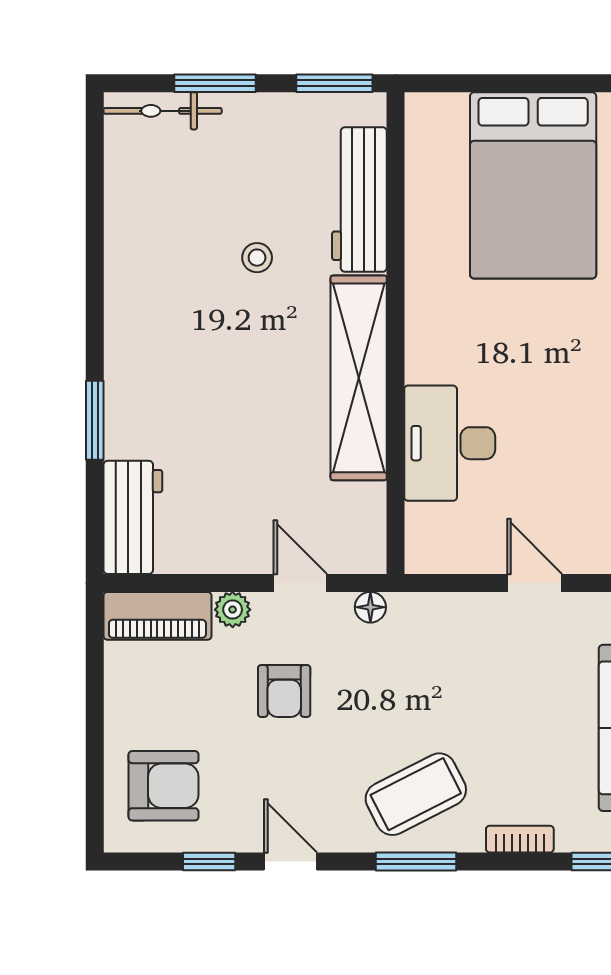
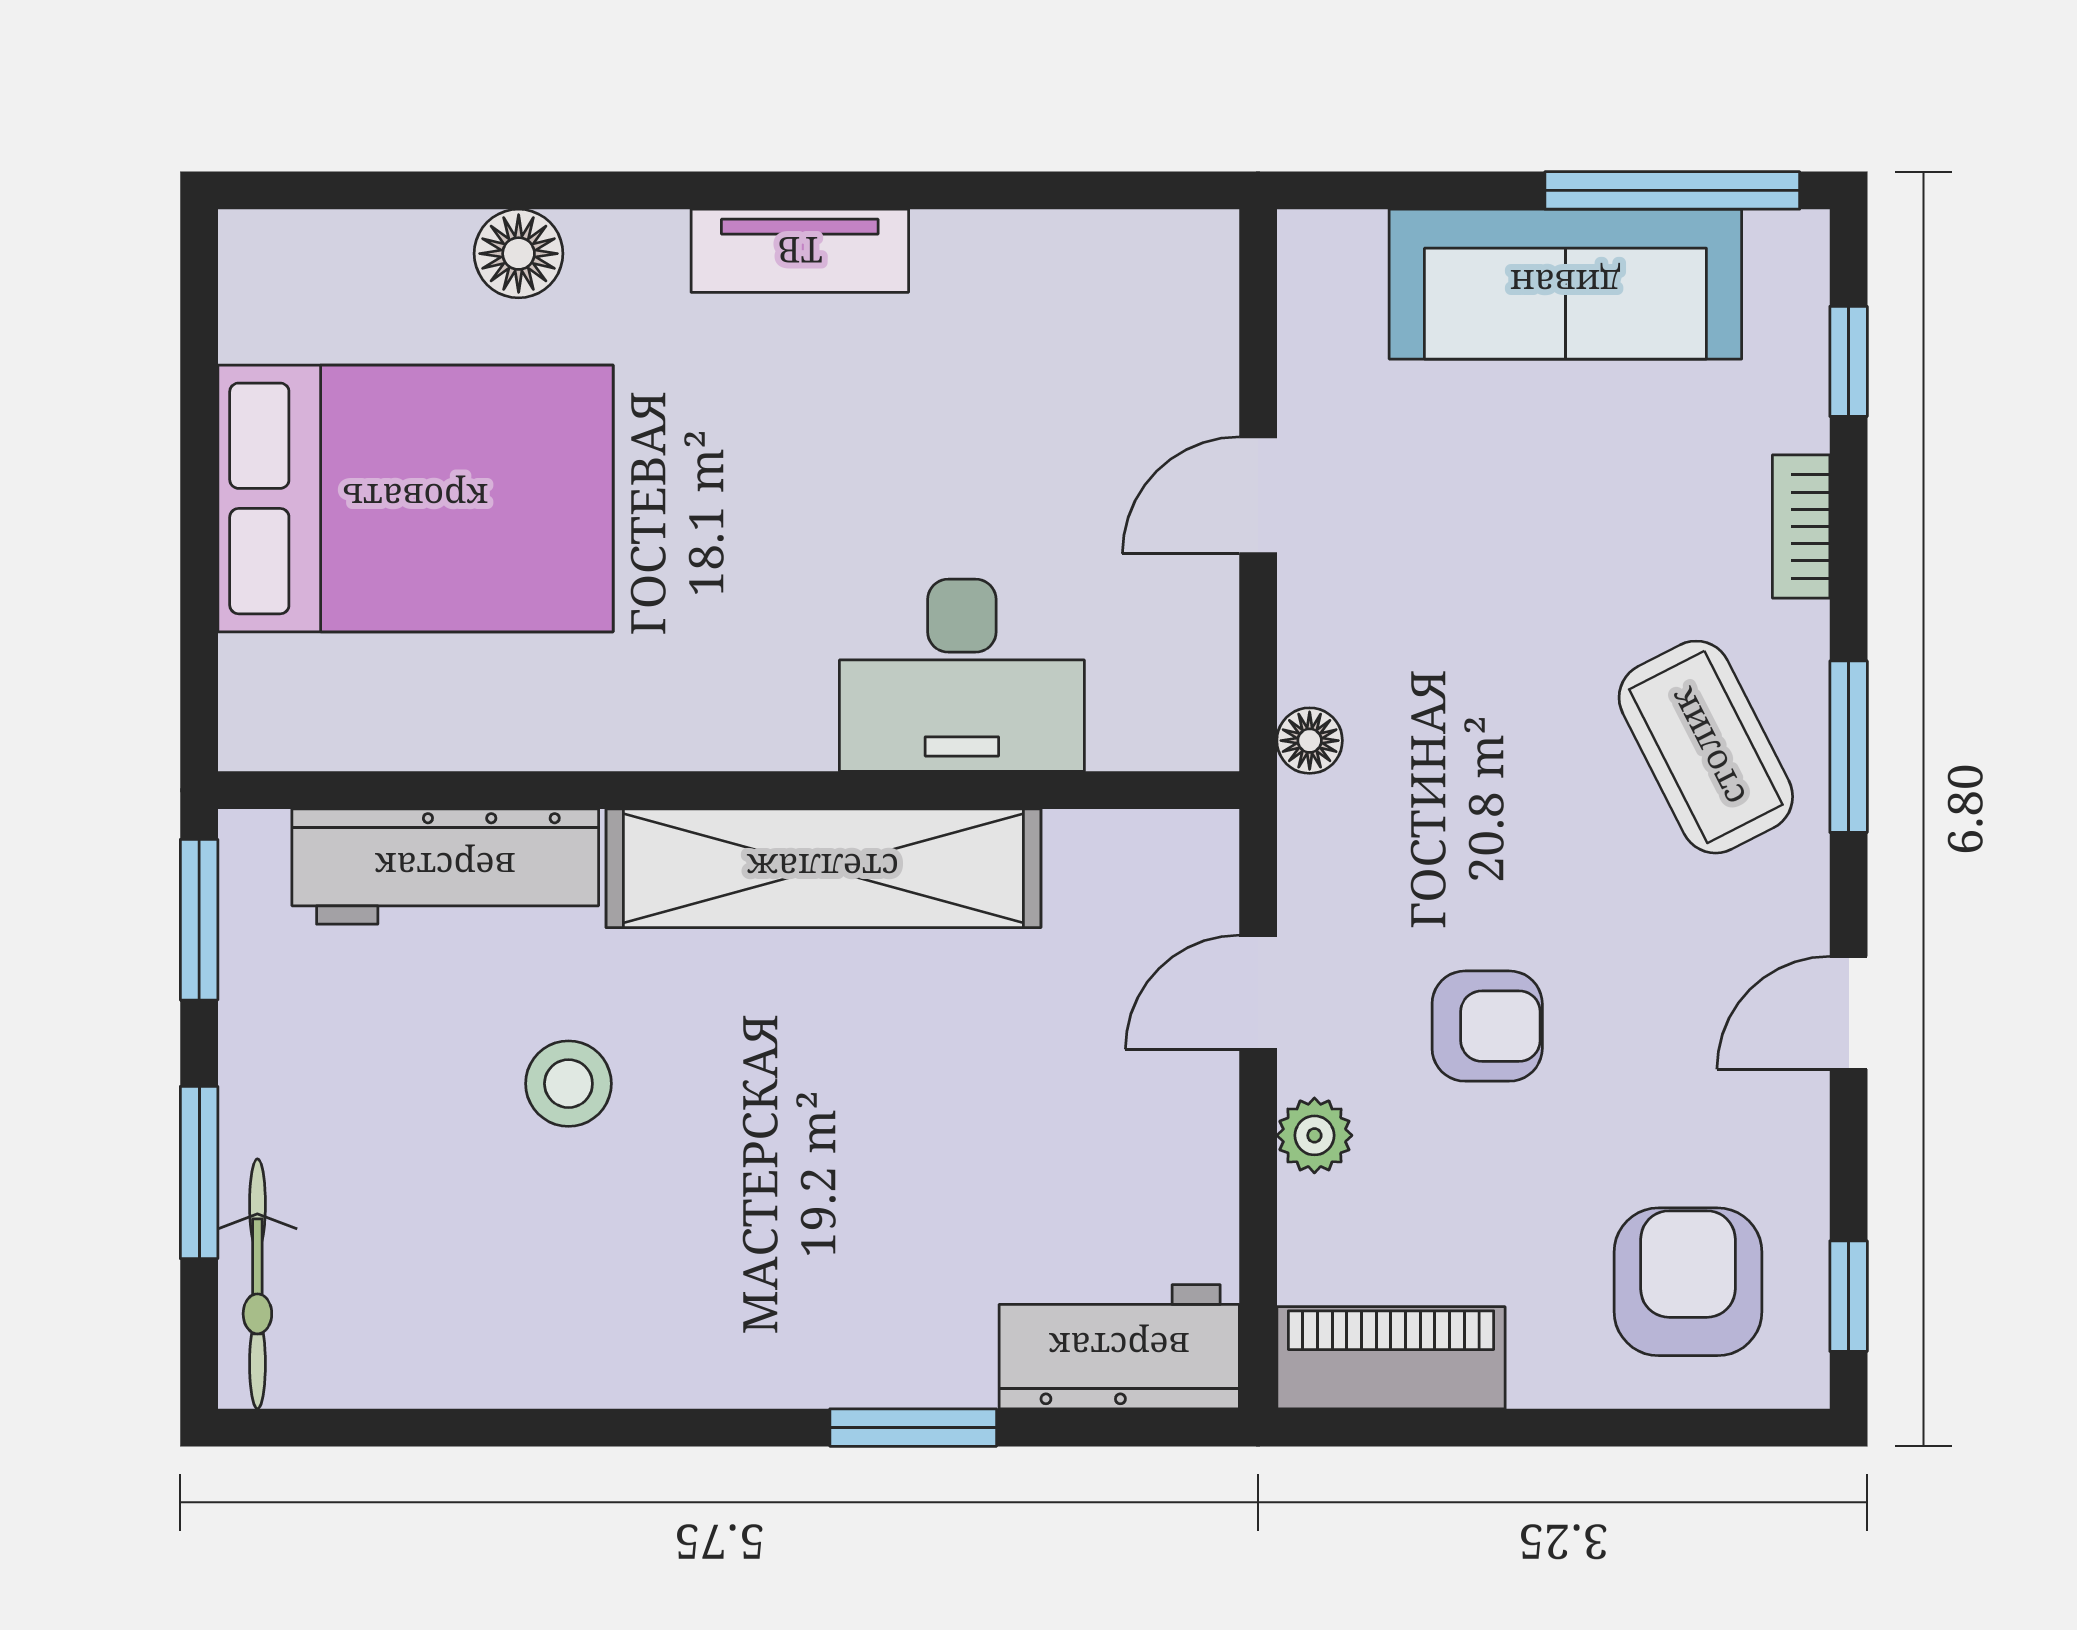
stool: (257, 258) -> (568, 1084), width x1.37, depth x1.37
floor lamp: (370, 607) -> (1310, 741), moved
piano: (157, 616) -> (1391, 1358), moved, turned -90
window: (209, 861) -> (1849, 1296), moved

